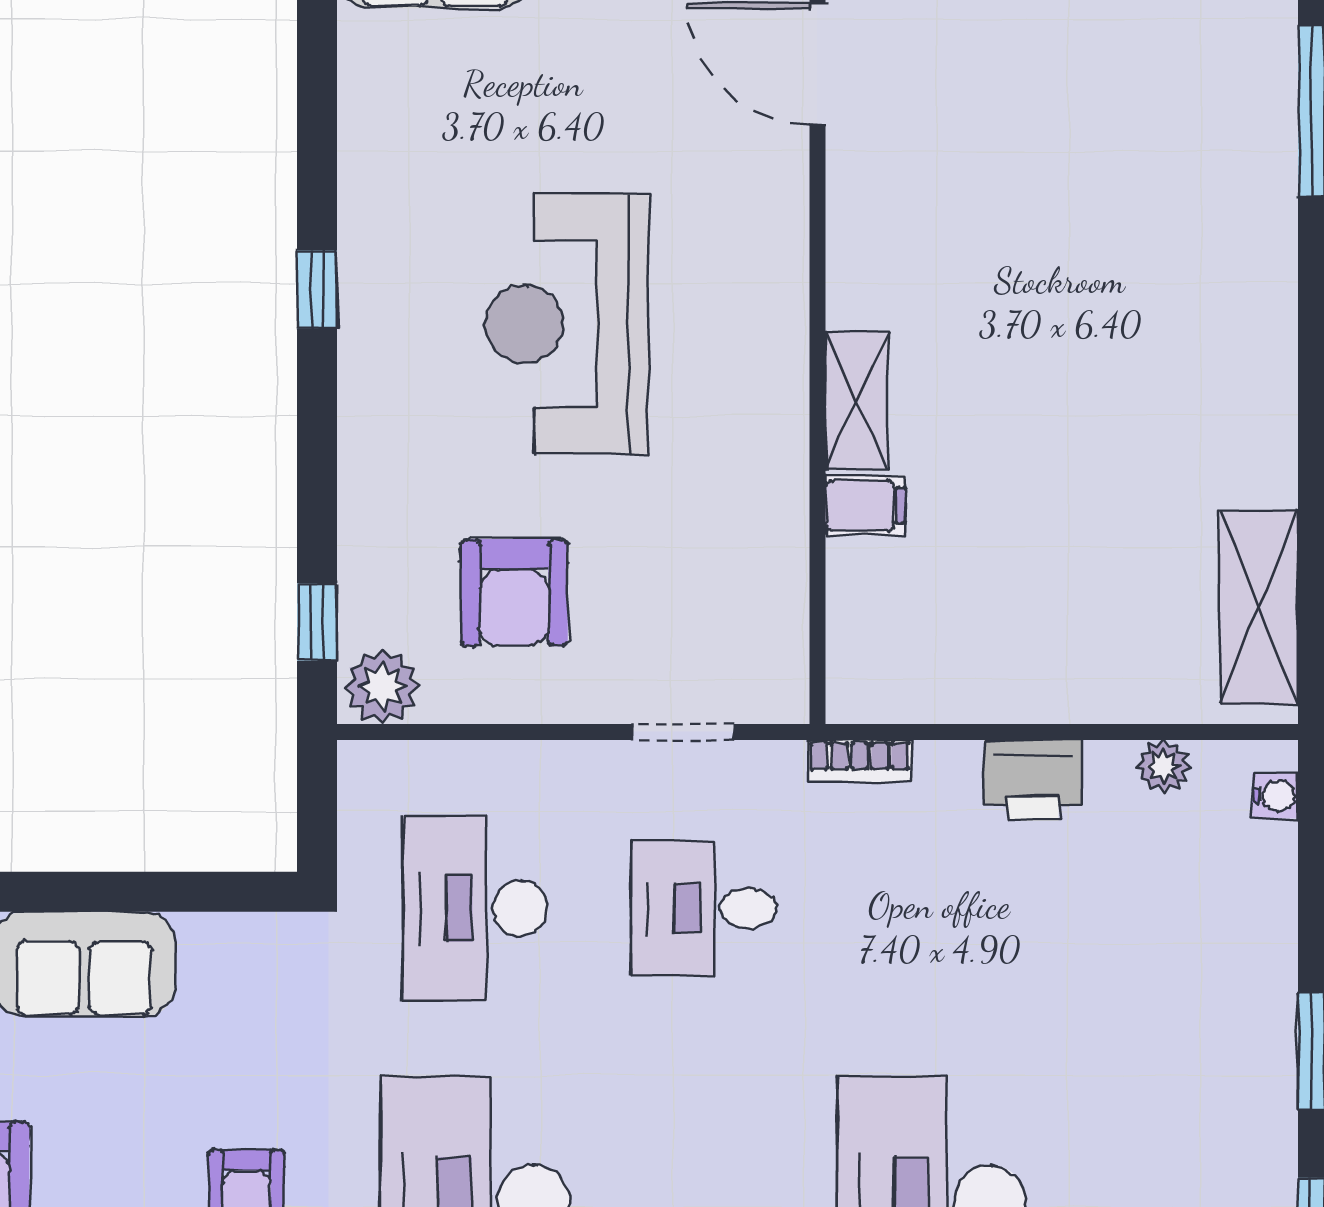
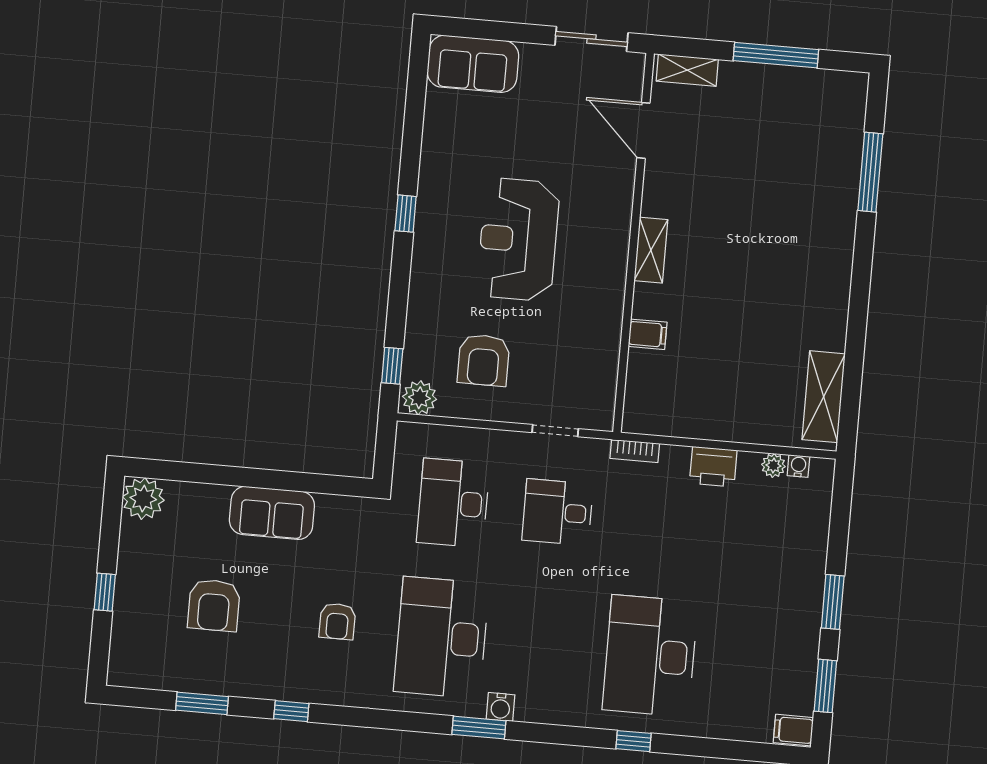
shelving: (857, 401) -> (651, 250), moved
water cooler: (1275, 795) -> (798, 466), moved, turned -90

